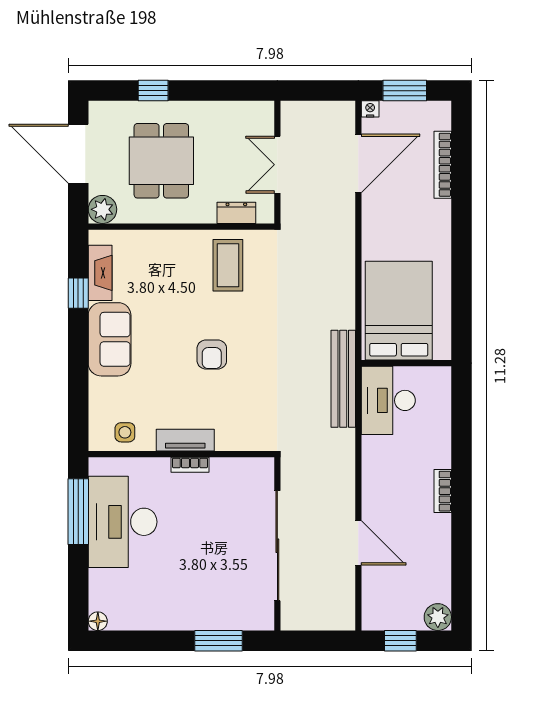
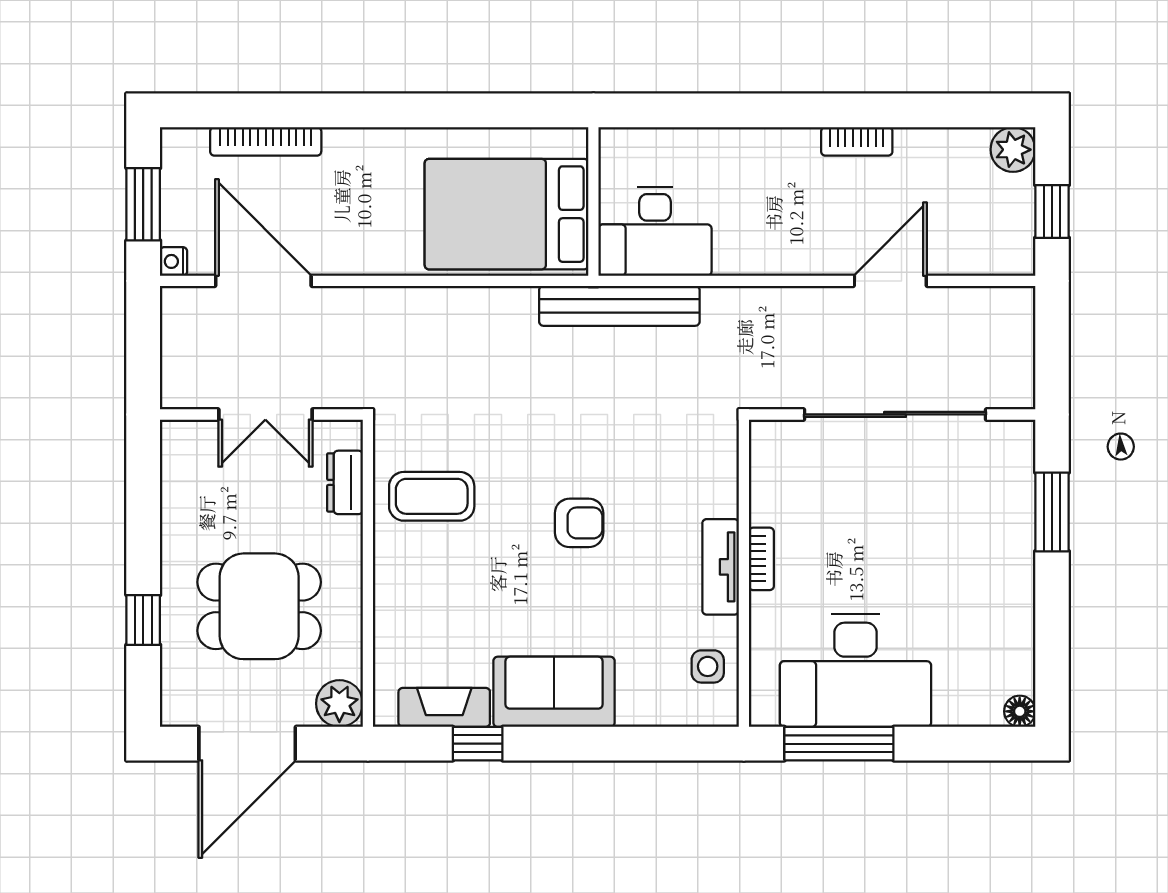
bookcase: (443, 491) -> (857, 141), moved

